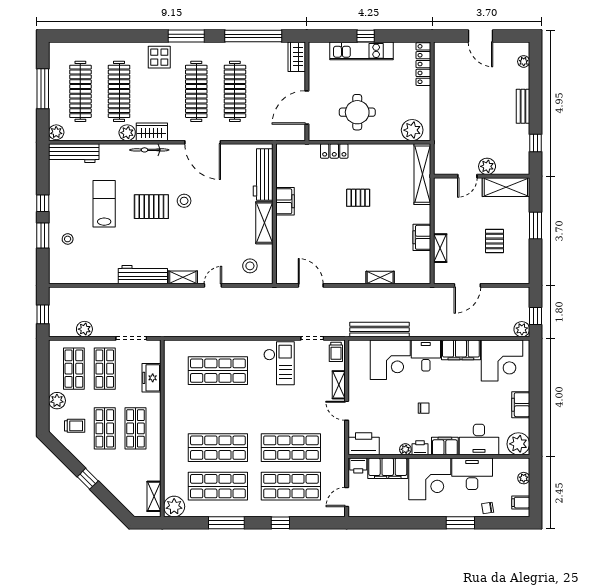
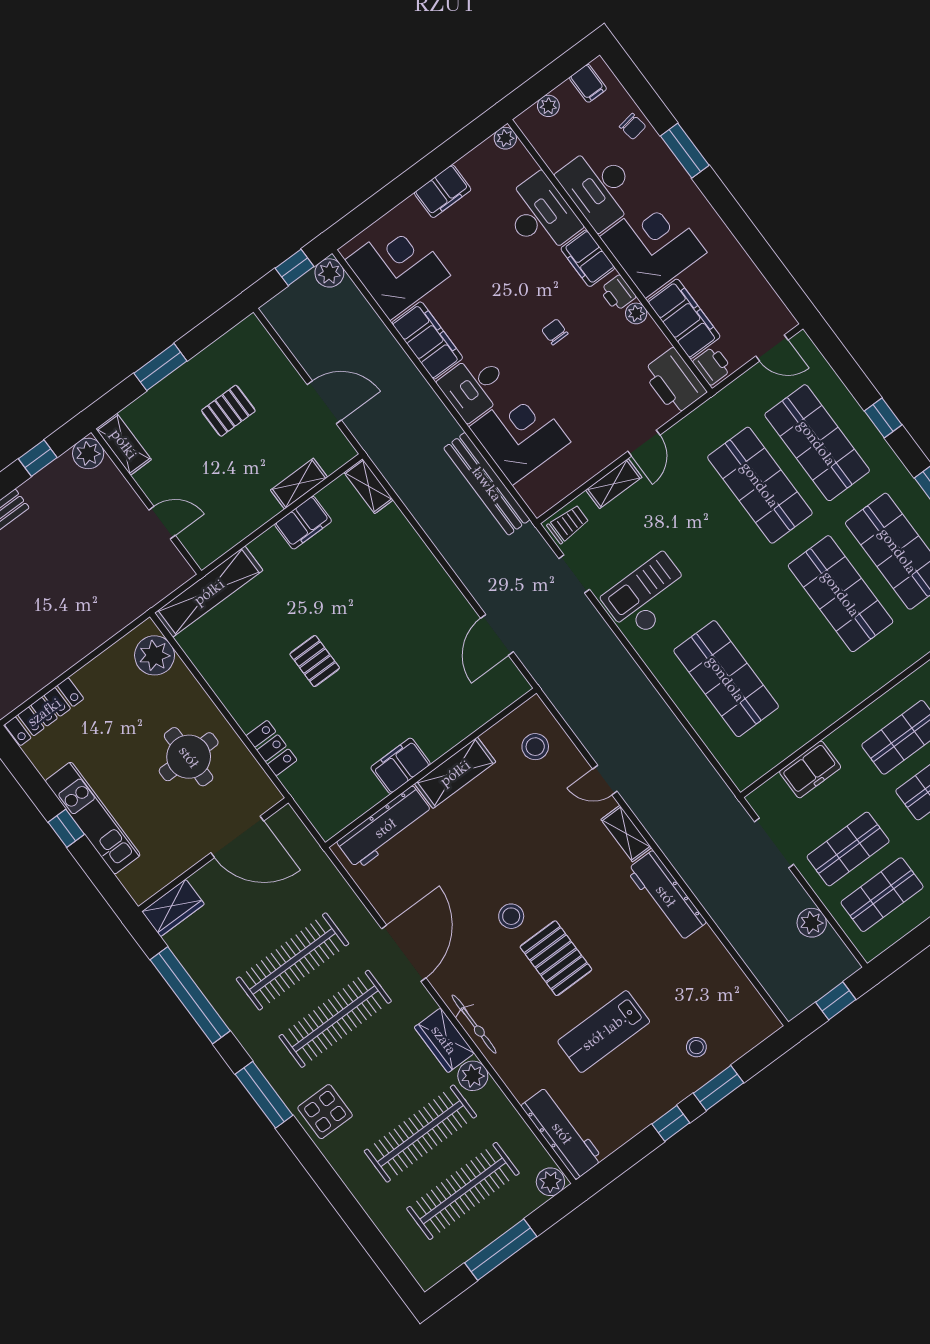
plant: (487, 166) -> (88, 453), moved
shelving: (506, 187) -> (124, 444), width x0.67, depth x0.75
shelving: (380, 278) -> (369, 486), moved
plant: (518, 444) -> (505, 138), width x0.53, depth x0.53

